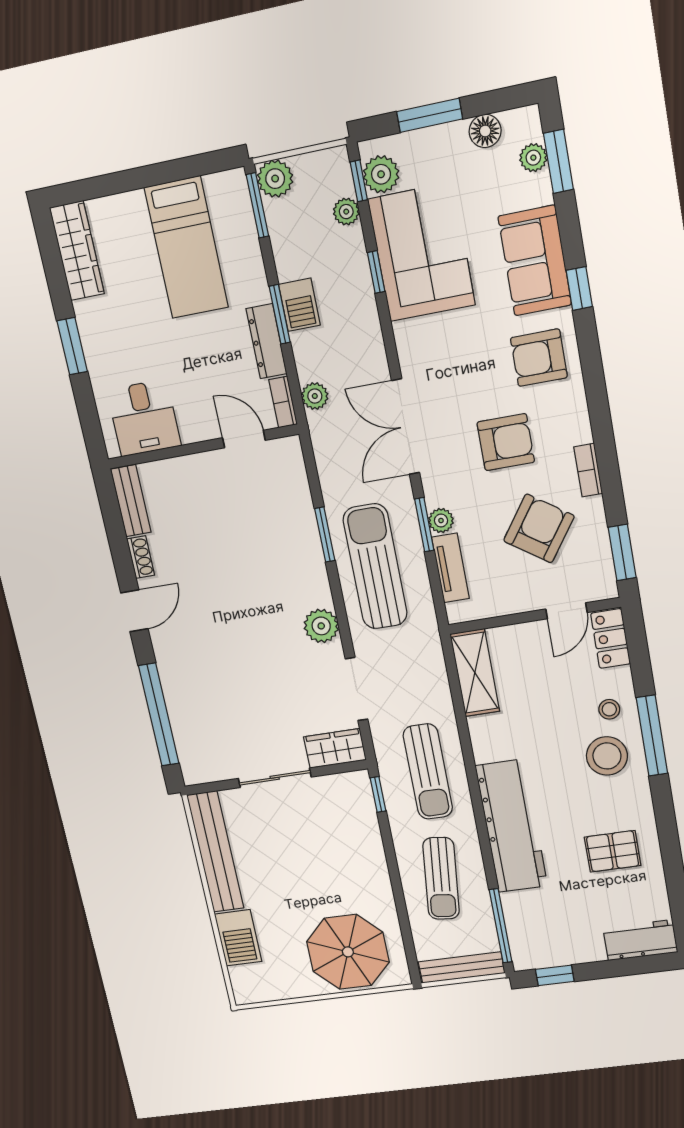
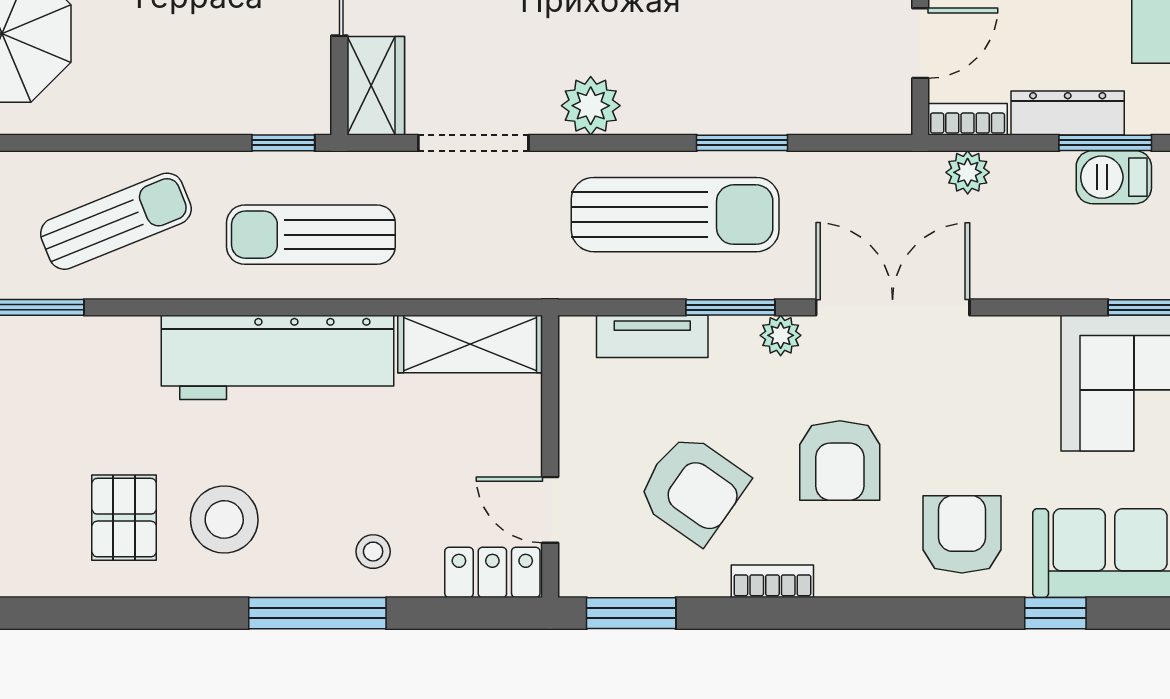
plant: (441, 521) -> (781, 335), moved
stool: (607, 756) -> (224, 519), moved
workbench: (512, 826) -> (278, 357), moved
sun lounger: (441, 878) -> (116, 221), turned 152

